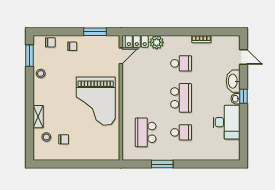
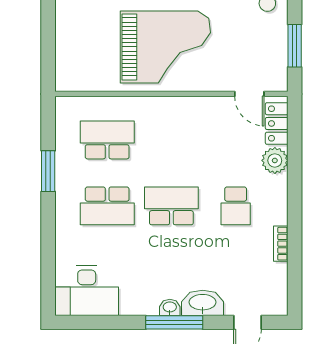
window: (244, 96) -> (174, 322), width x2.17
school desk: (181, 98) -> (171, 206), turned 180
grand piano: (96, 101) -> (165, 47), turned 180
desk: (227, 122) -> (87, 291), moved
school desk: (181, 132) -> (107, 206), width x1.85

